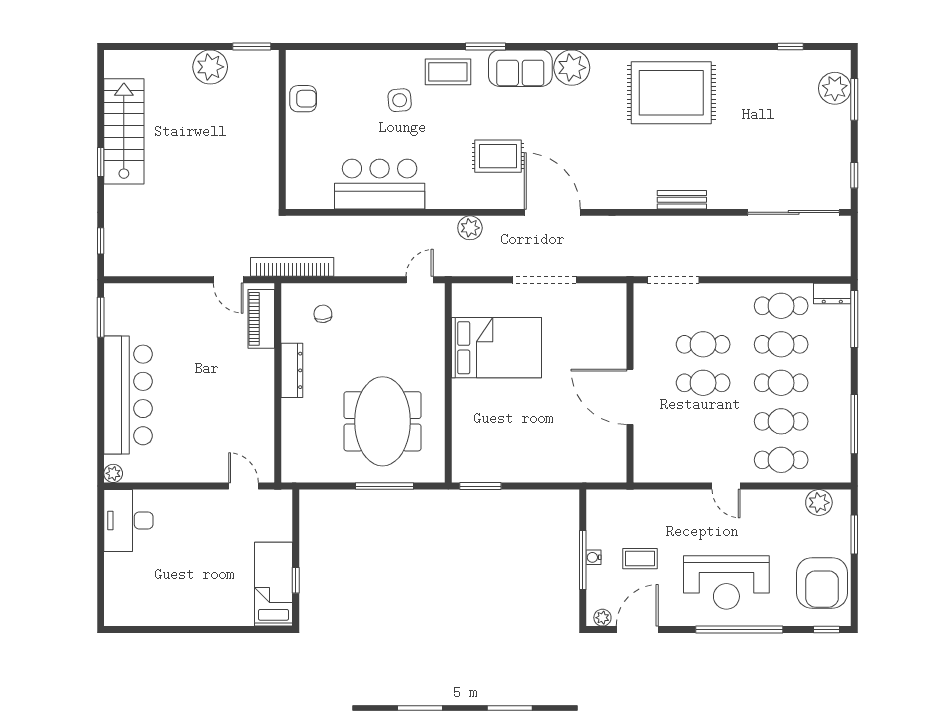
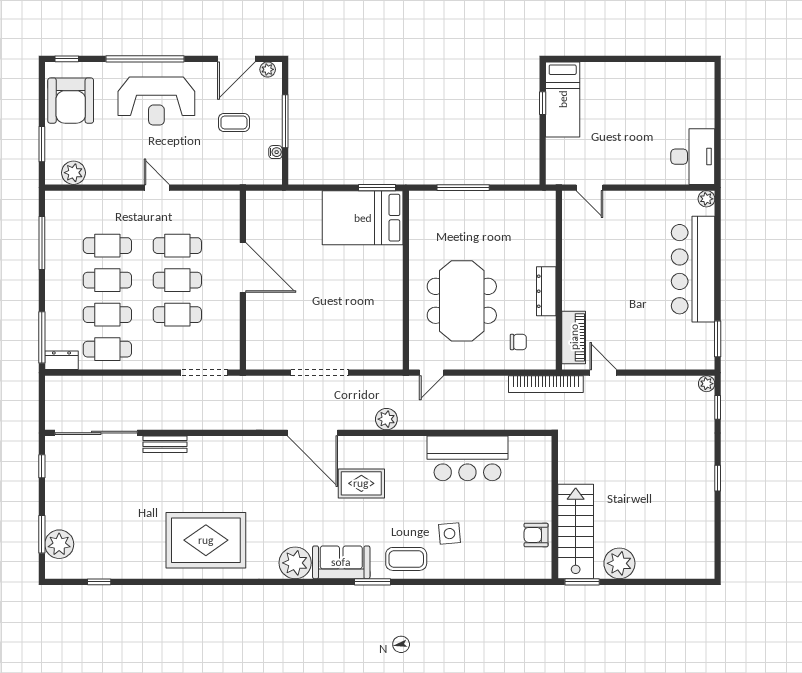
stairs: (124, 131) -> (576, 531), moved, turned 180
bench: (682, 200) -> (165, 444), moved
plant: (113, 267) -> (707, 384), added
chair: (323, 314) -> (518, 342), turned -84
bed: (496, 348) -> (363, 218), moved
meeting table: (383, 421) -> (462, 301), moved
cafe table: (781, 460) -> (177, 246), moved
water cooler: (594, 557) -> (276, 152), moved
reception desk: (726, 582) -> (156, 101), turned 180
armchair: (822, 583) -> (71, 101), turned 180

